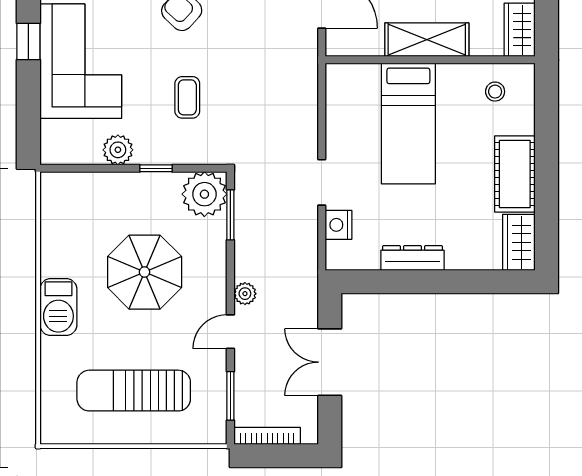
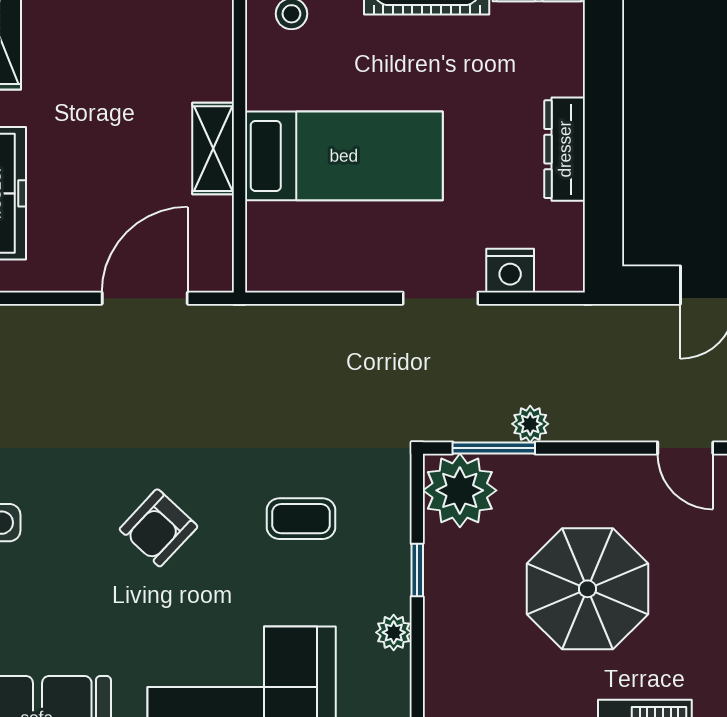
shelving: (427, 40) -> (213, 149), width x0.67, depth x0.75
plant: (118, 150) -> (394, 632), width x0.73, depth x0.73
plant: (245, 294) -> (530, 424), moved

